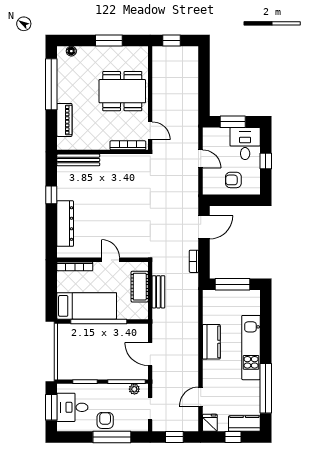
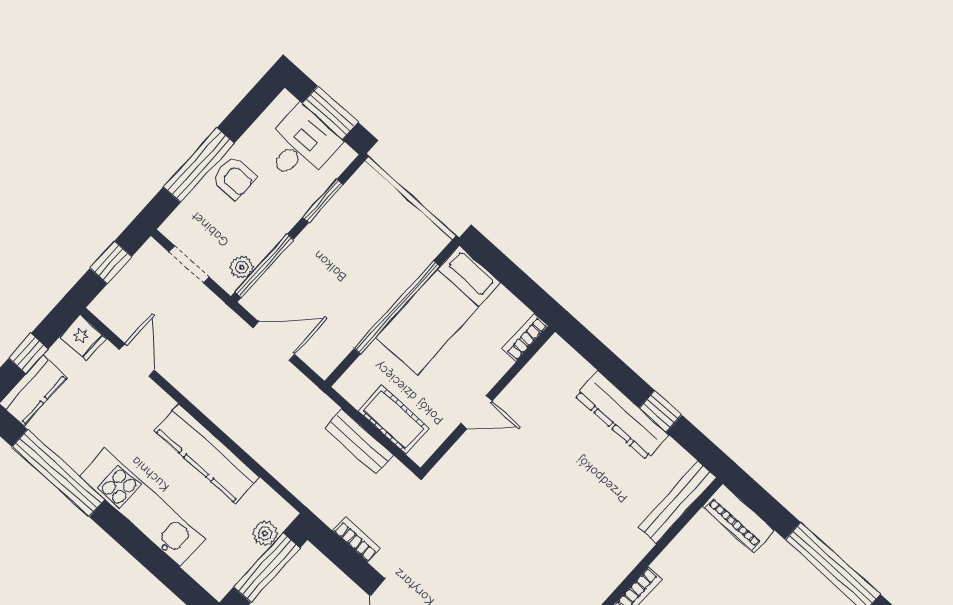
piano: (64, 120) -> (738, 518), moved
dresser: (65, 224) -> (622, 415), moved
bookcase: (75, 266) -> (525, 337), width x0.64
plant: (221, 296) -> (265, 533), added
kitchen counter: (211, 342) -> (207, 454), width x1.50

